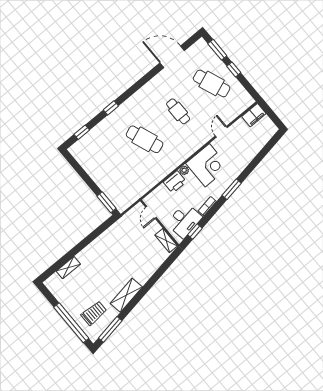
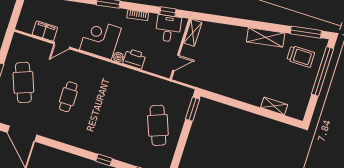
filing cabinet: (254, 115) -> (45, 31), moved
cafe table: (145, 139) -> (158, 125), moved
desk: (184, 220) -> (168, 28), width x0.73
trolley: (94, 313) -> (301, 56), turned 180

